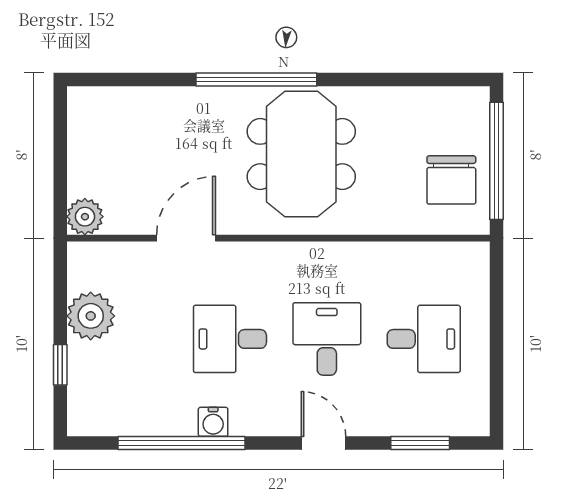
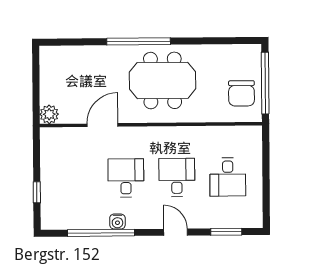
meeting table: (301, 154) -> (163, 80), turned 90
plant: (91, 316) -> (53, 166), removed
desk: (230, 339) -> (126, 178), turned 90
desk: (424, 339) -> (228, 177), turned 90

